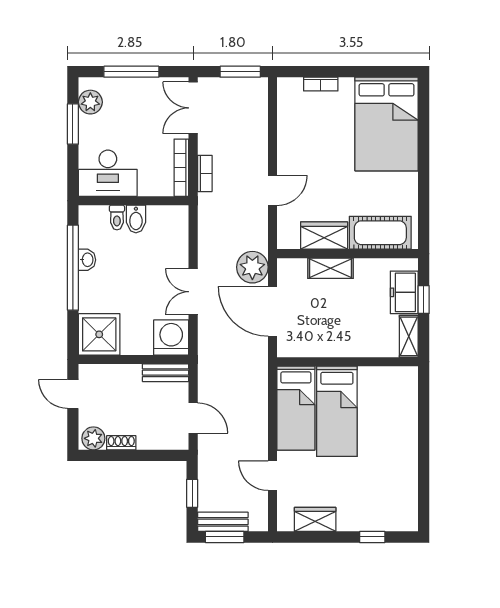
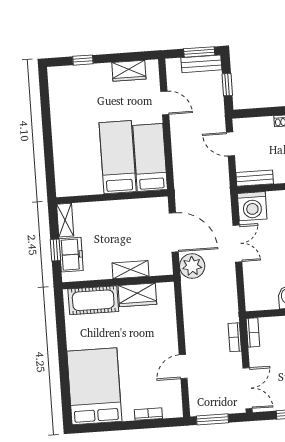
bookcase: (181, 168) -> (253, 332), width x0.64
door: (273, 190) -> (183, 367), moved

